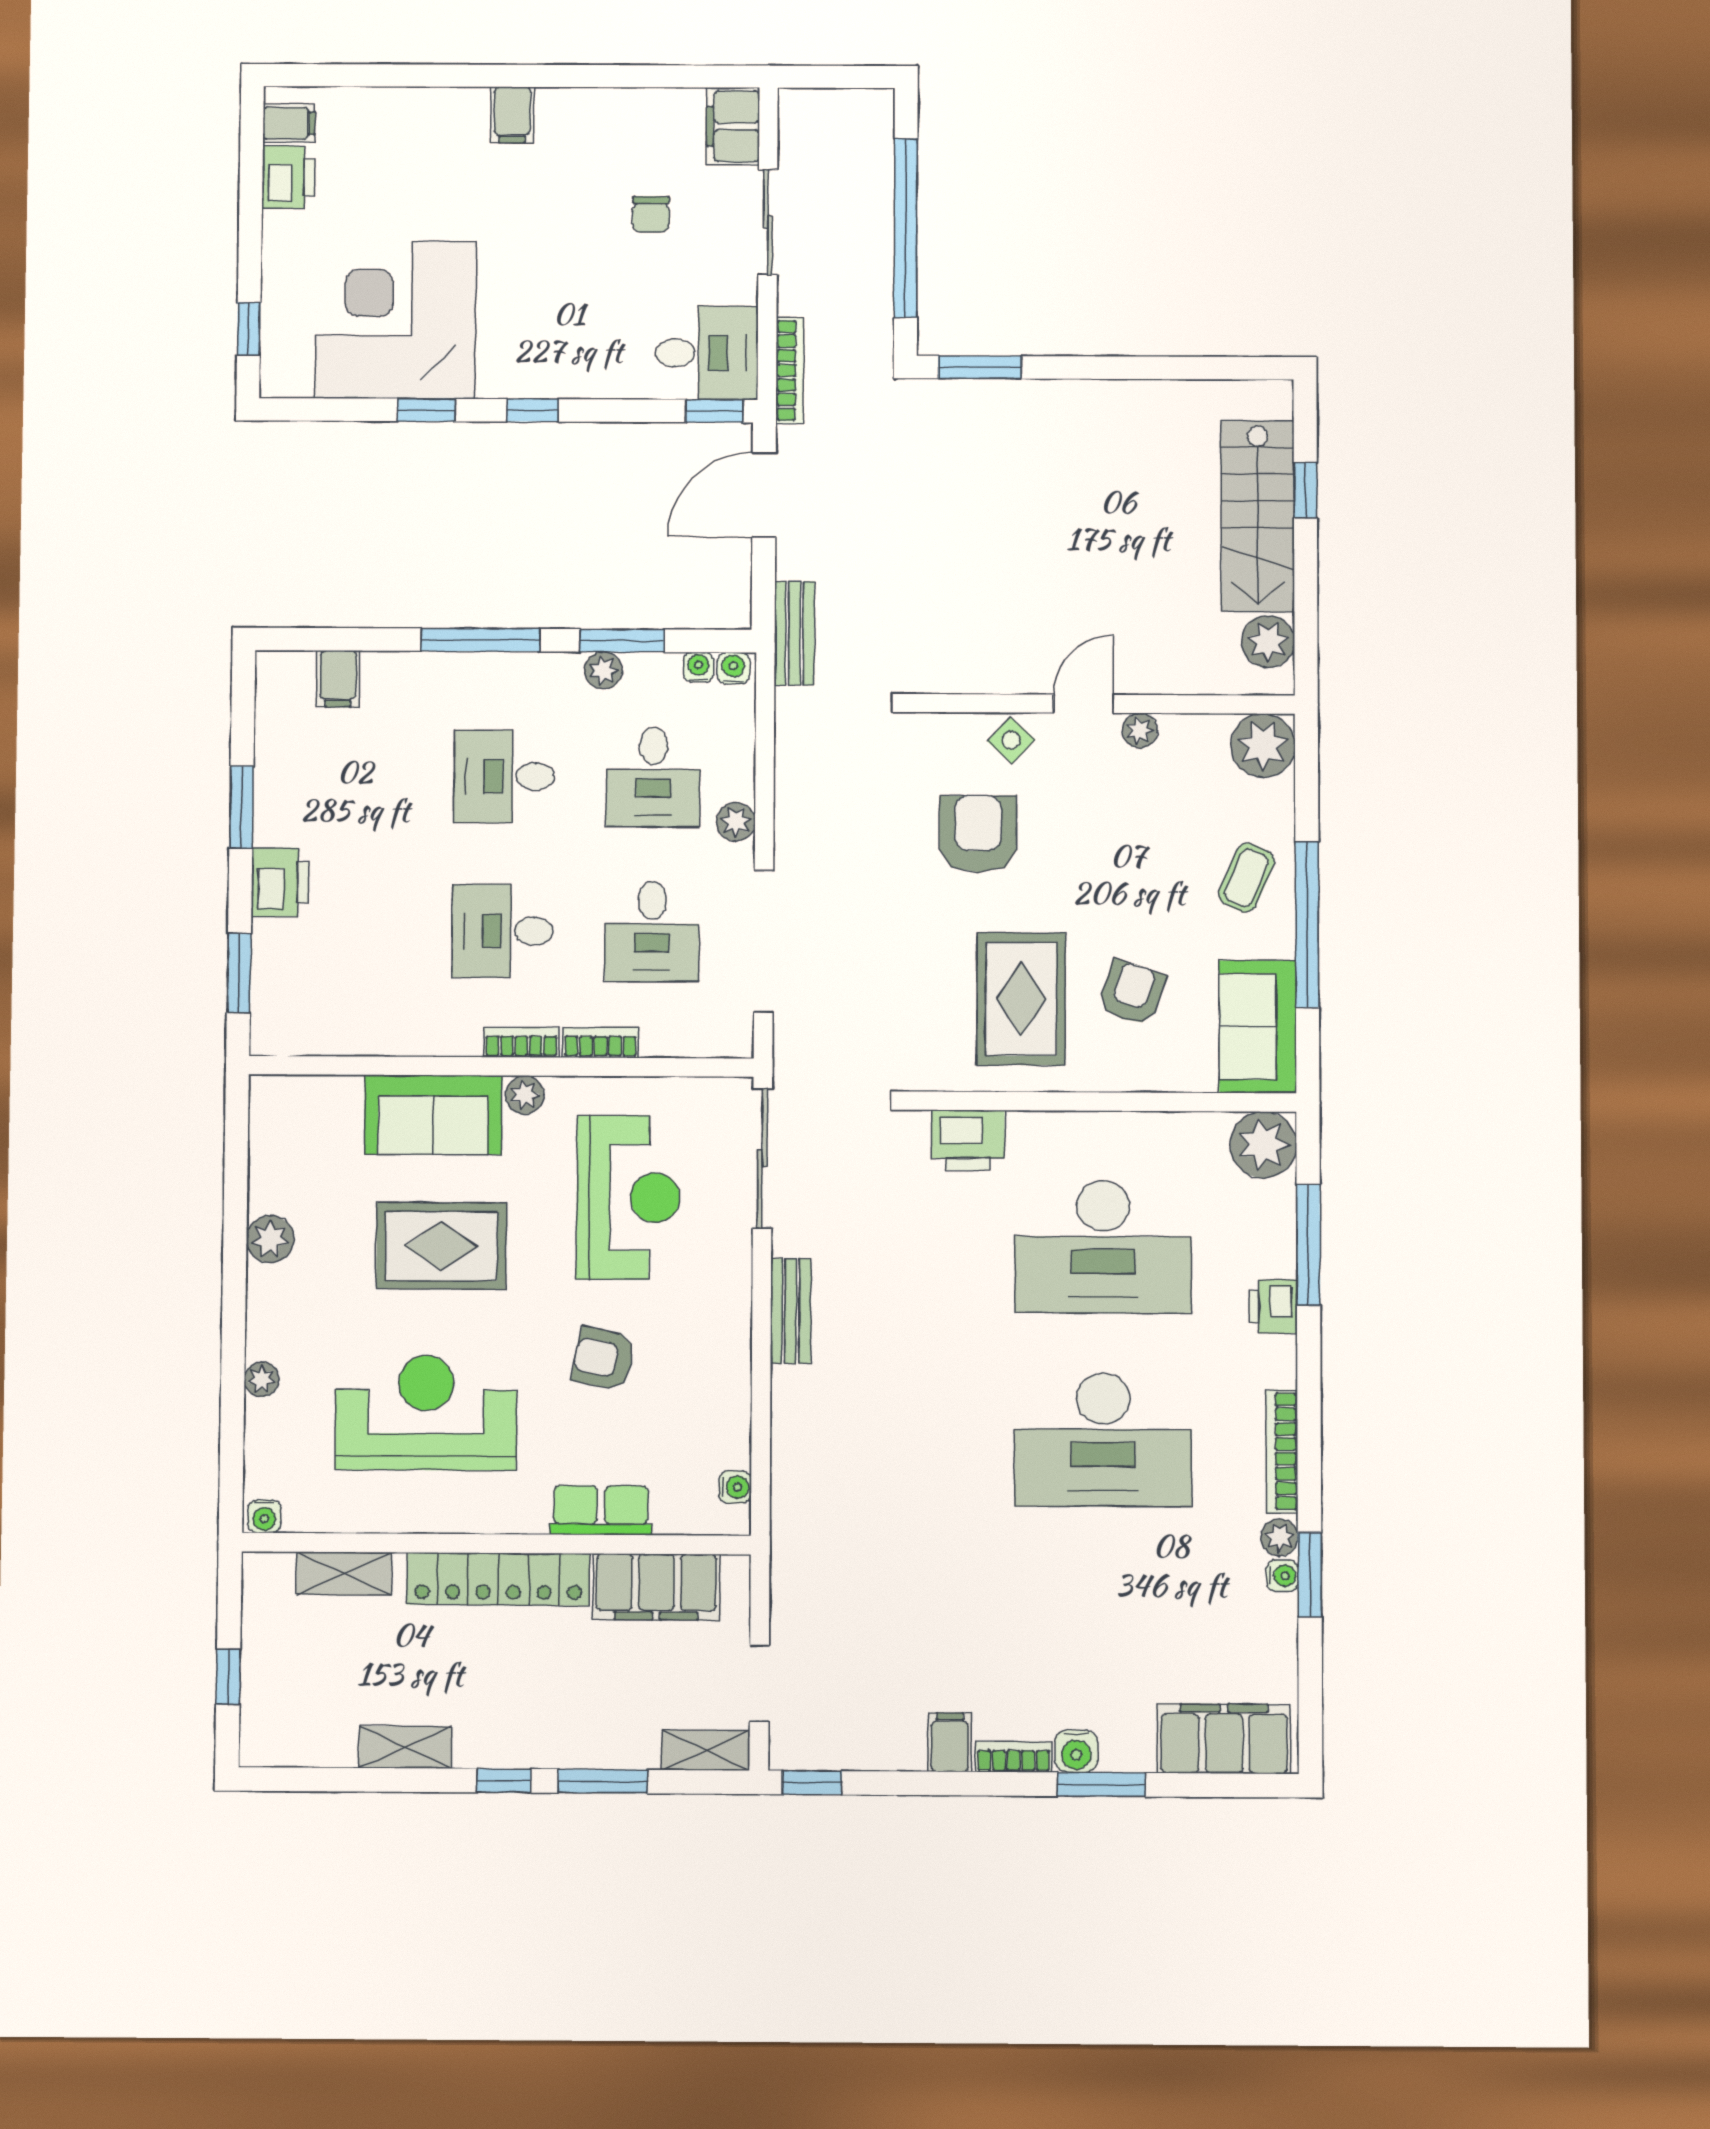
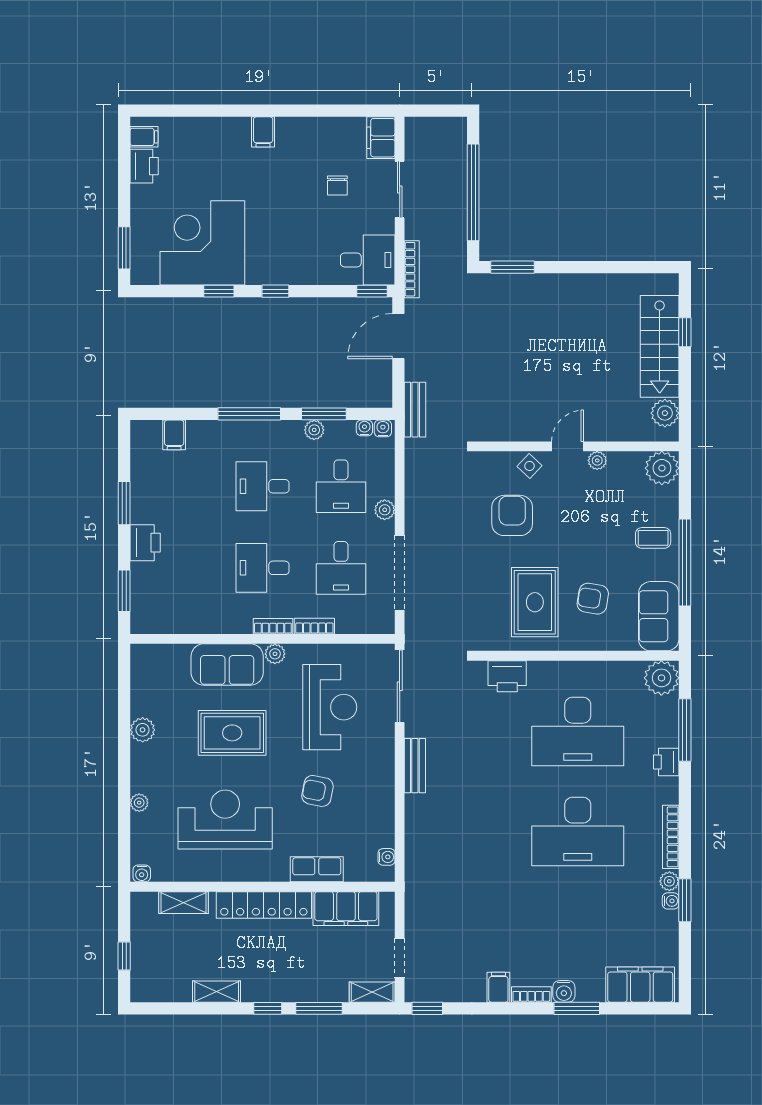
window: (249, 329) -> (124, 248), width x1.50
coffee table: (1246, 878) -> (653, 538), turned 66
armchair: (1132, 993) -> (593, 599), turned -100

